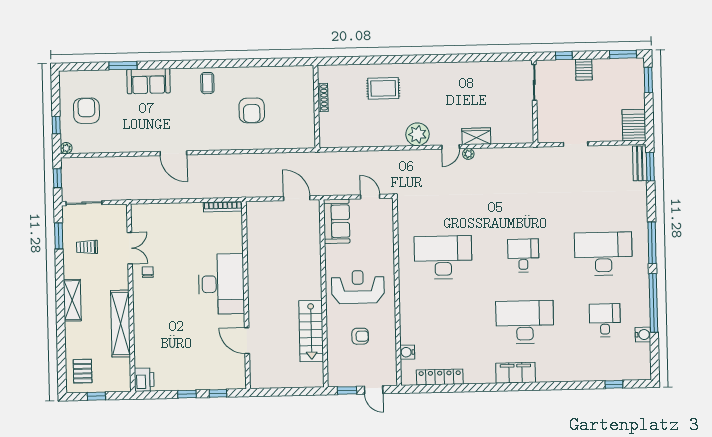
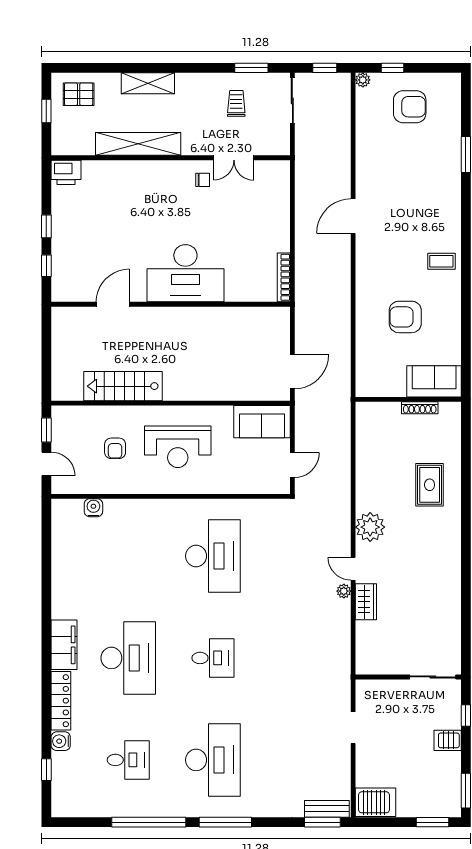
sofa: (149, 81) -> (434, 381), moved, turned 90
reception desk: (358, 287) -> (178, 447), turned 90
shelving: (72, 300) -> (148, 83), moved
water cooler: (643, 335) -> (61, 741), moved, turned 90
locker: (440, 377) -> (61, 701), moved
door: (374, 390) -> (46, 464), swing flipped

